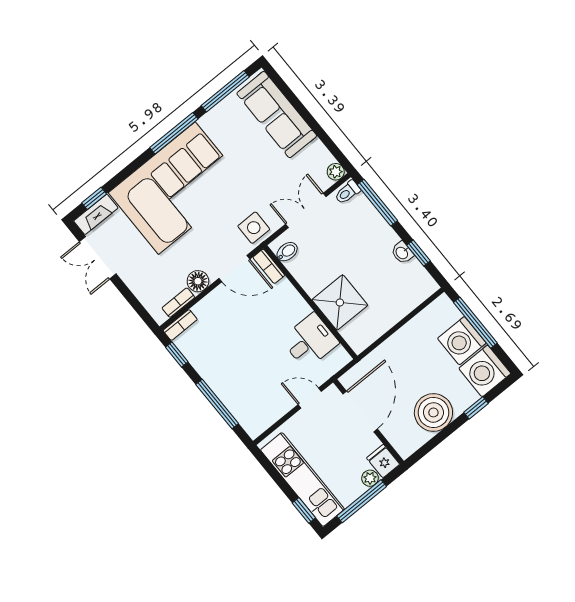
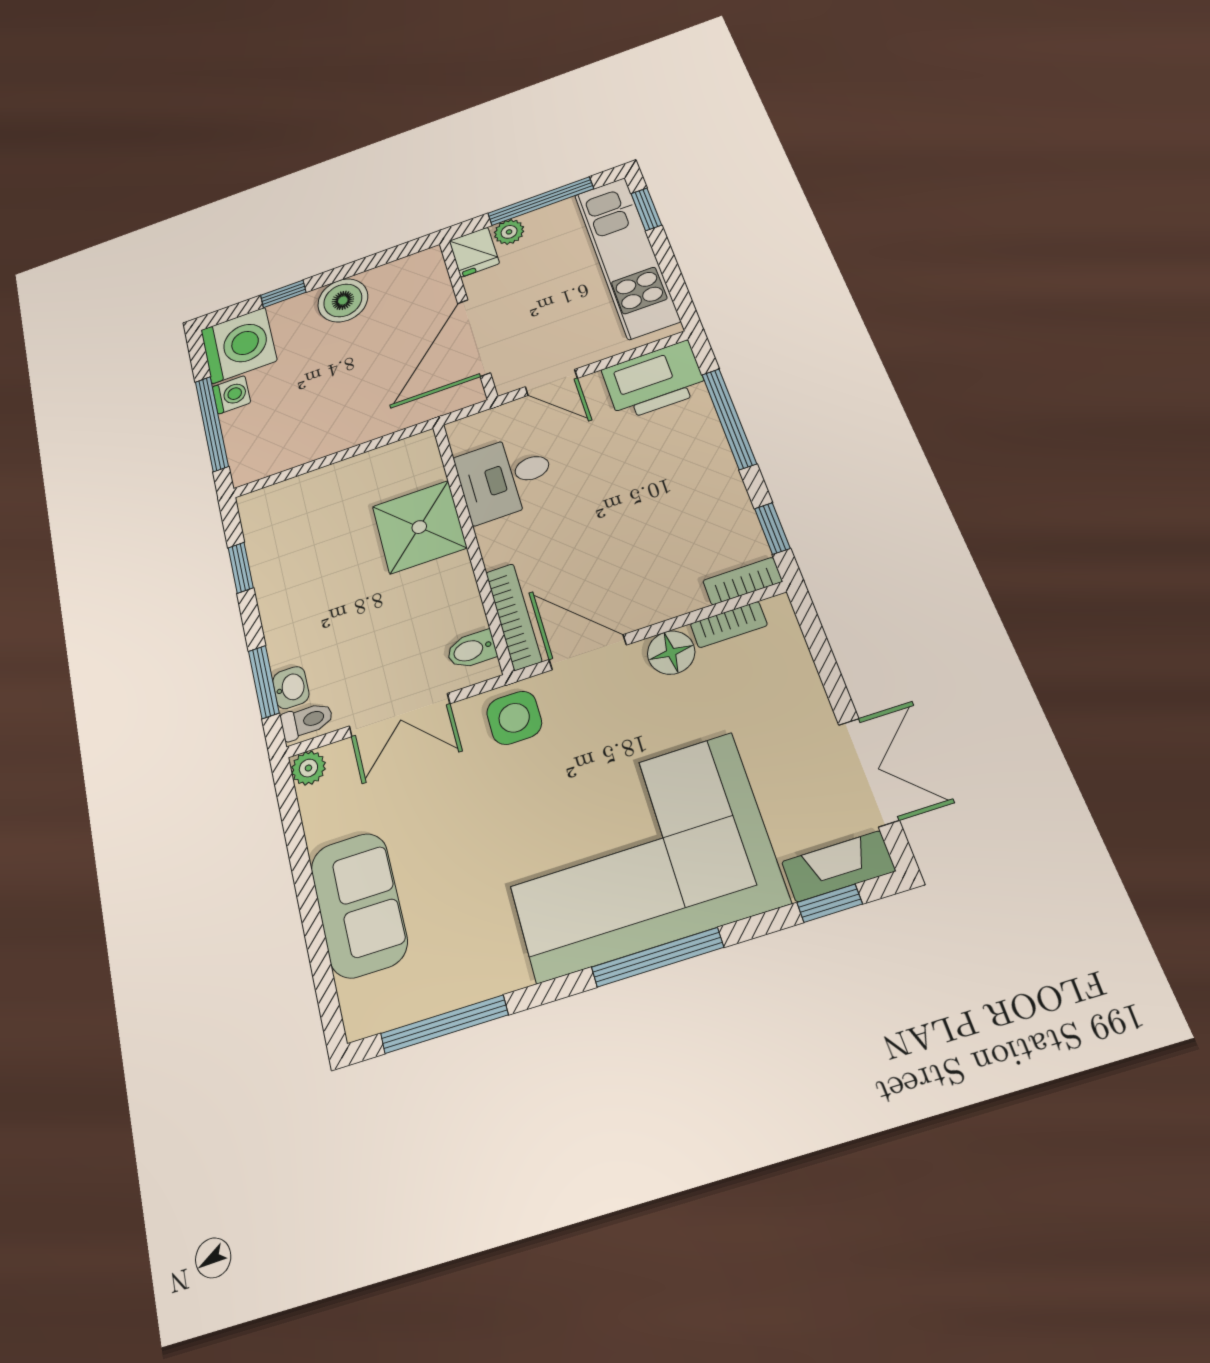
sofa: (277, 115) -> (359, 905), width x0.73
window: (174, 133) -> (657, 957), moved
window: (377, 203) -> (264, 682), width x0.69
washbasin: (402, 253) -> (291, 688), moved
bookcase: (269, 266) -> (514, 617), width x1.56
washing machine: (462, 341) -> (231, 395), width x0.53, depth x0.53
boiler: (433, 412) -> (343, 300), width x0.73, depth x0.73
printer: (260, 414) -> (654, 380), added

